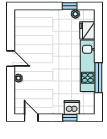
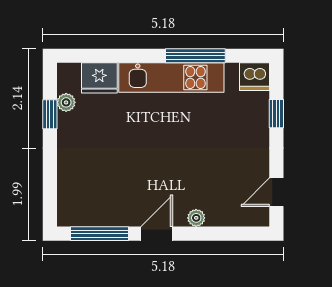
window: (11, 30) -> (99, 234), added
dishwasher: (72, 107) -> (255, 77), moved, turned -90

